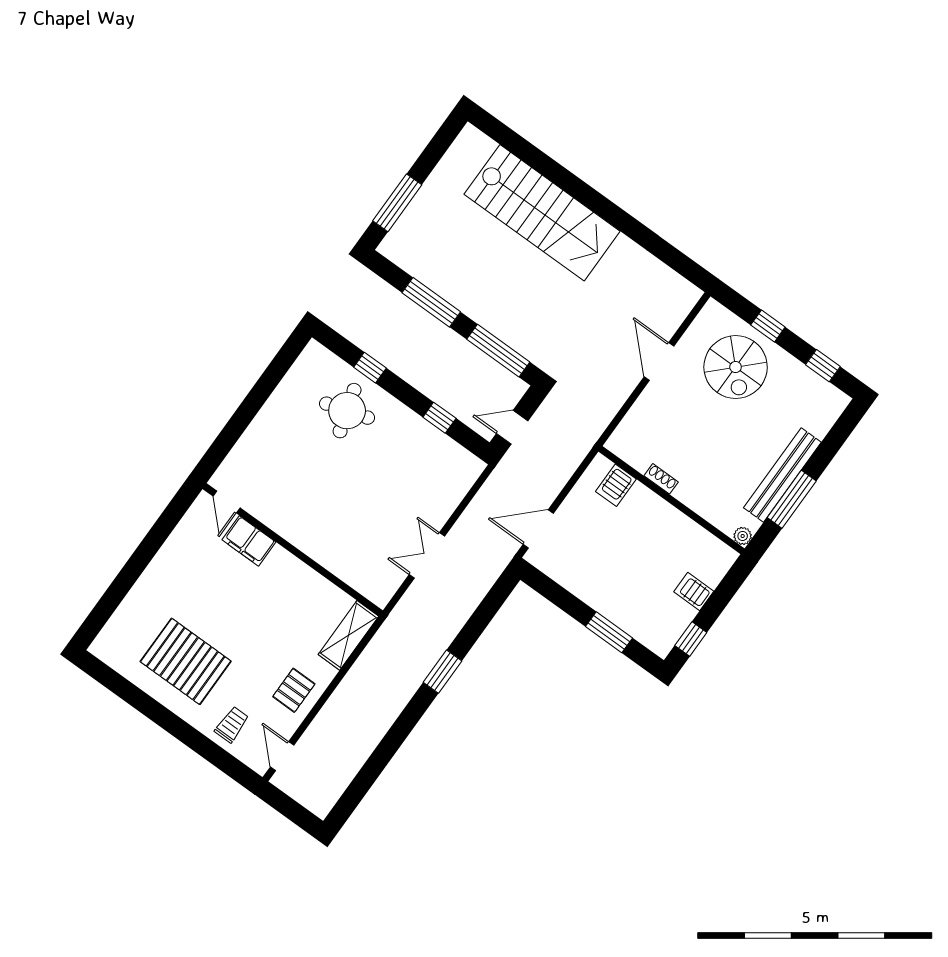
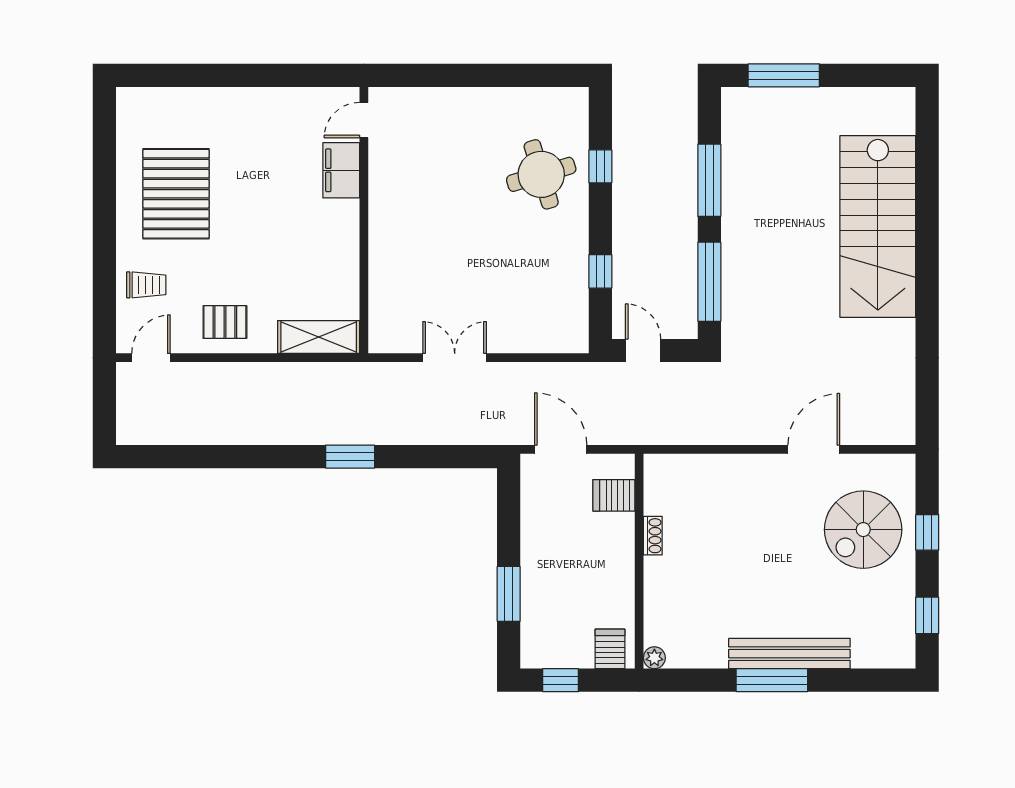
shoe rack: (661, 479) -> (653, 536), moved
server rack: (616, 485) -> (614, 495), moved
wall: (671, 500) -> (639, 561), moved
plant: (743, 536) -> (654, 658), moved

